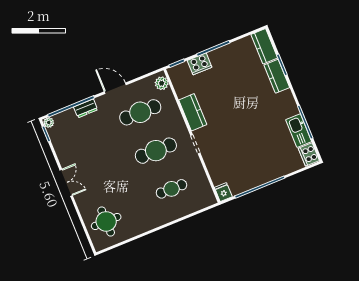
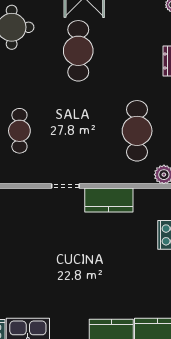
cafe table: (156, 151) -> (78, 51), moved

